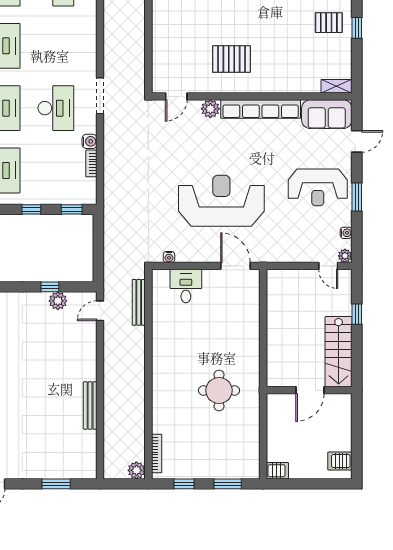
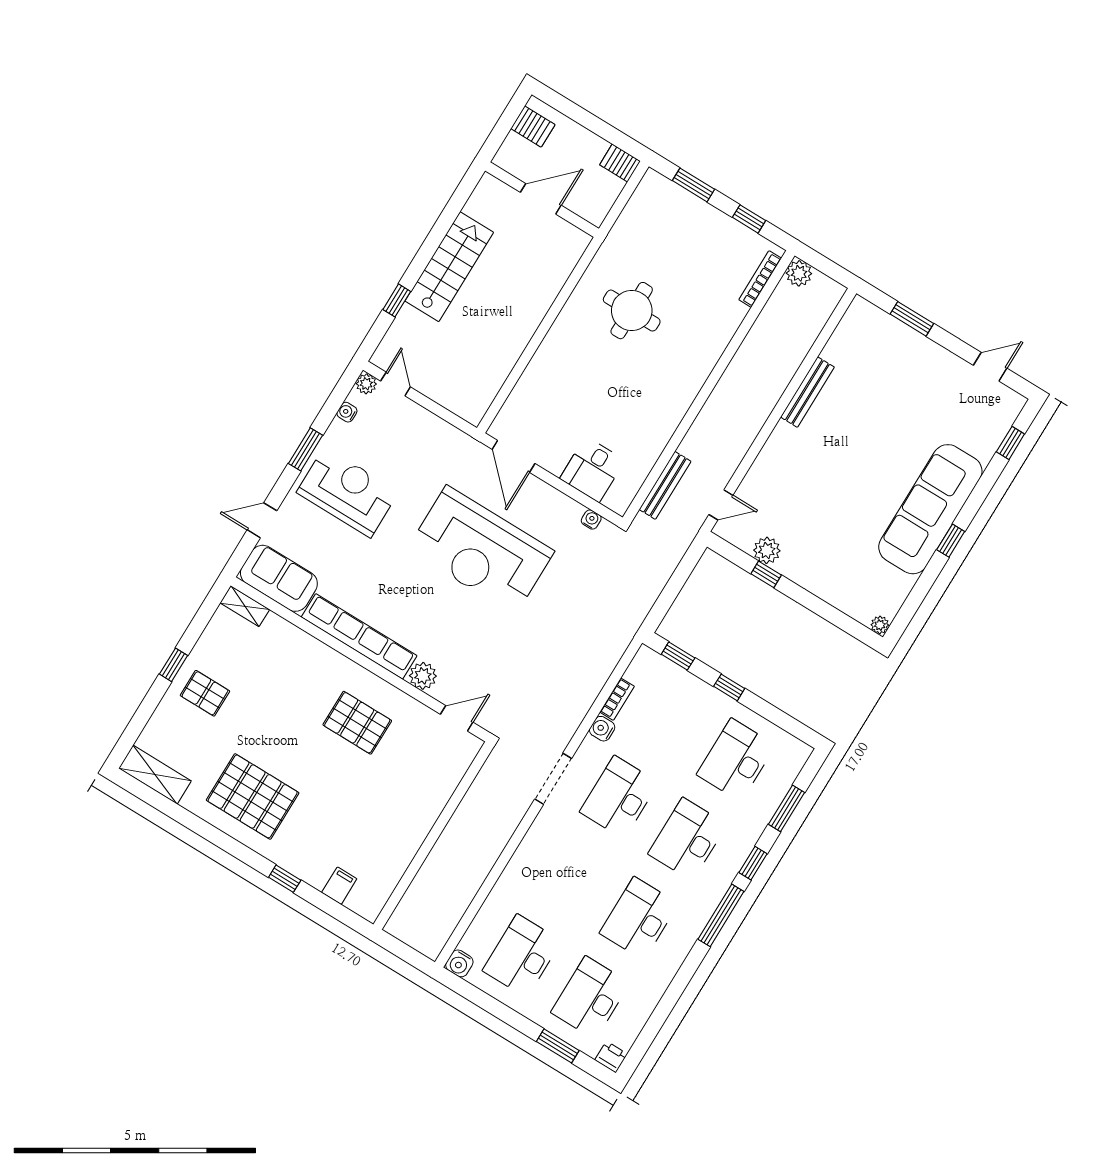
wall: (309, 390) -> (542, 200), moved
door: (310, 390) -> (541, 199), moved

